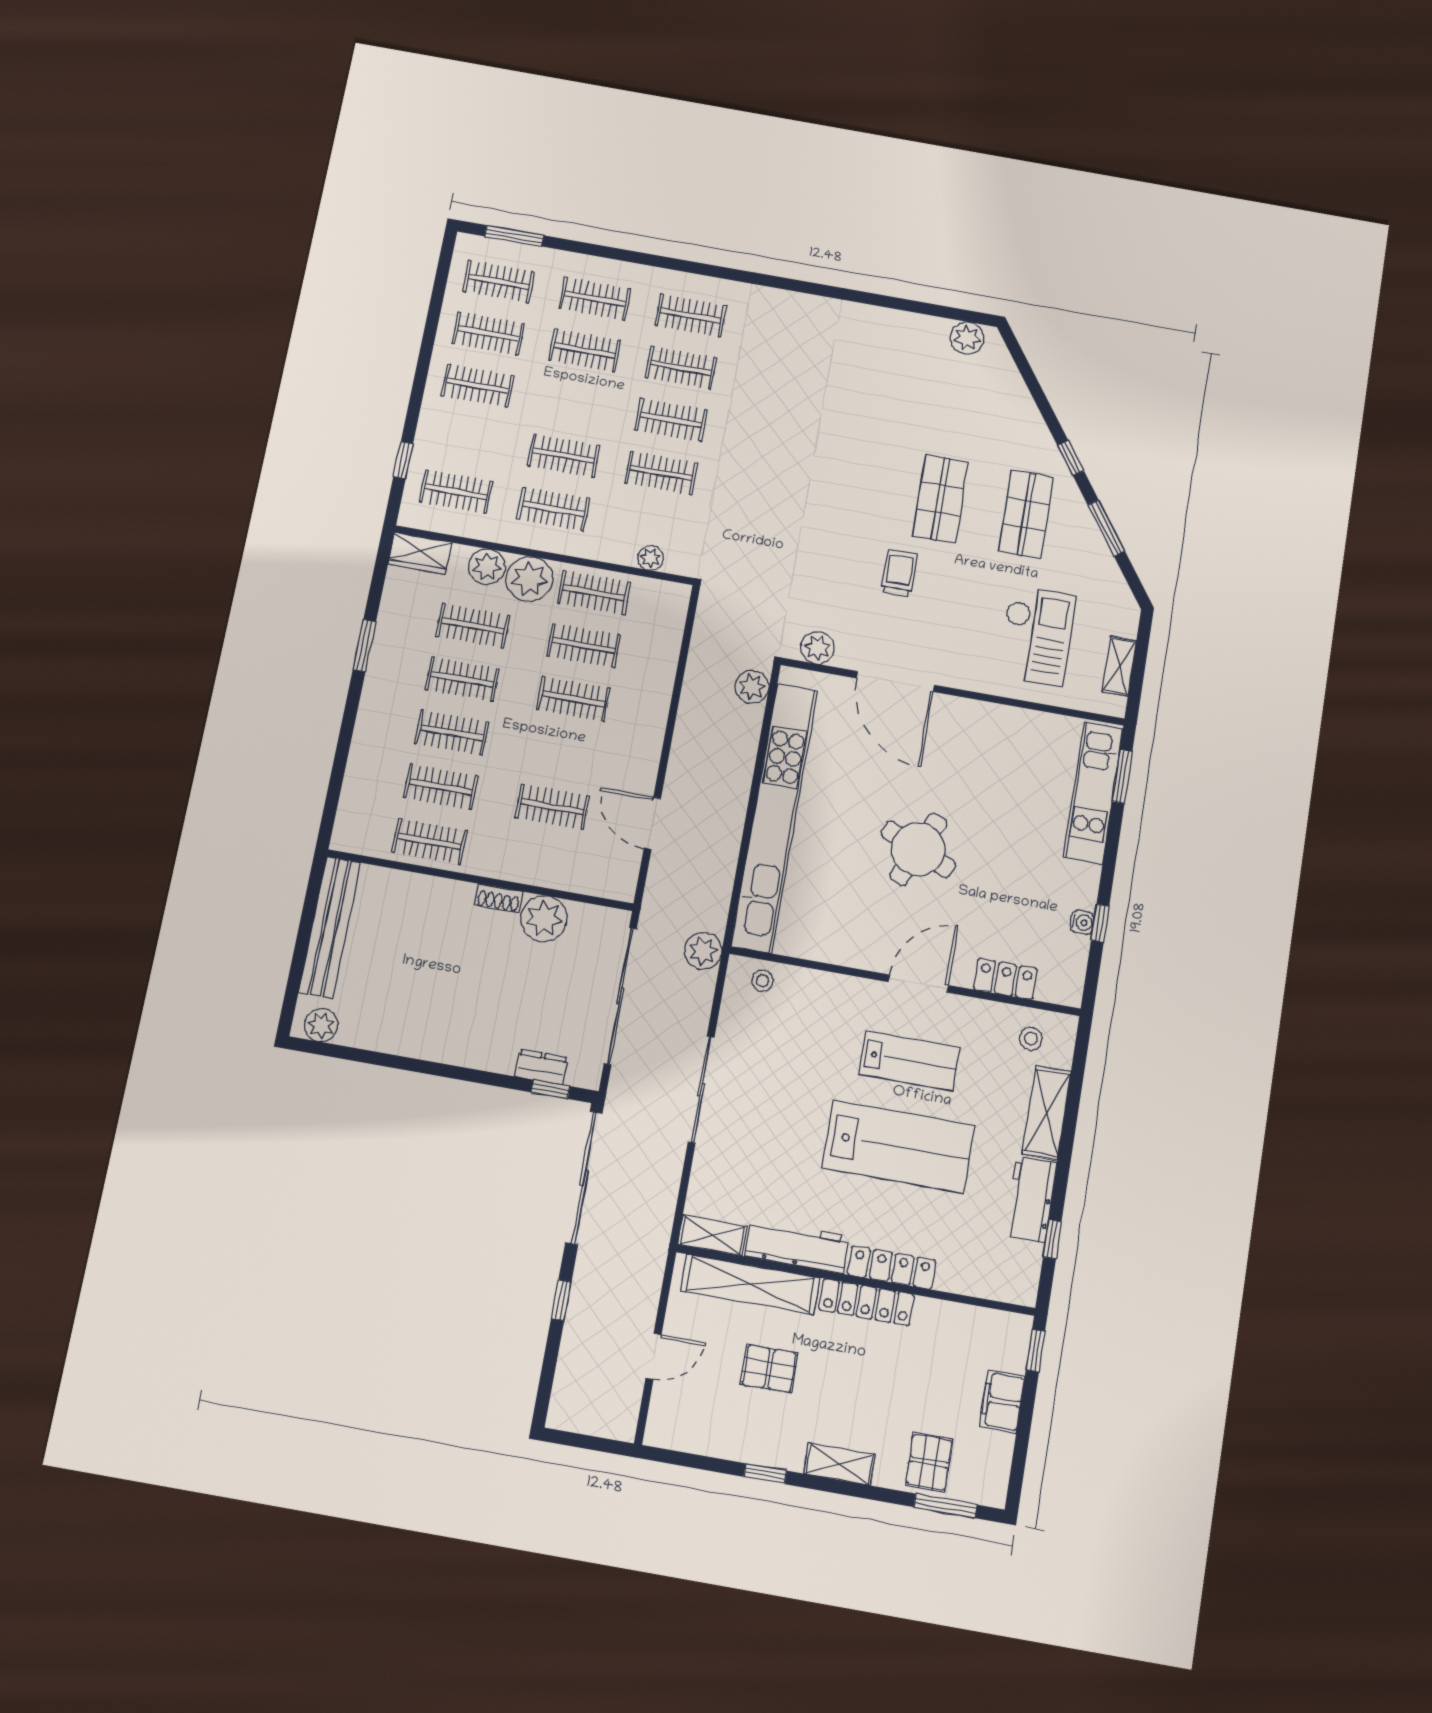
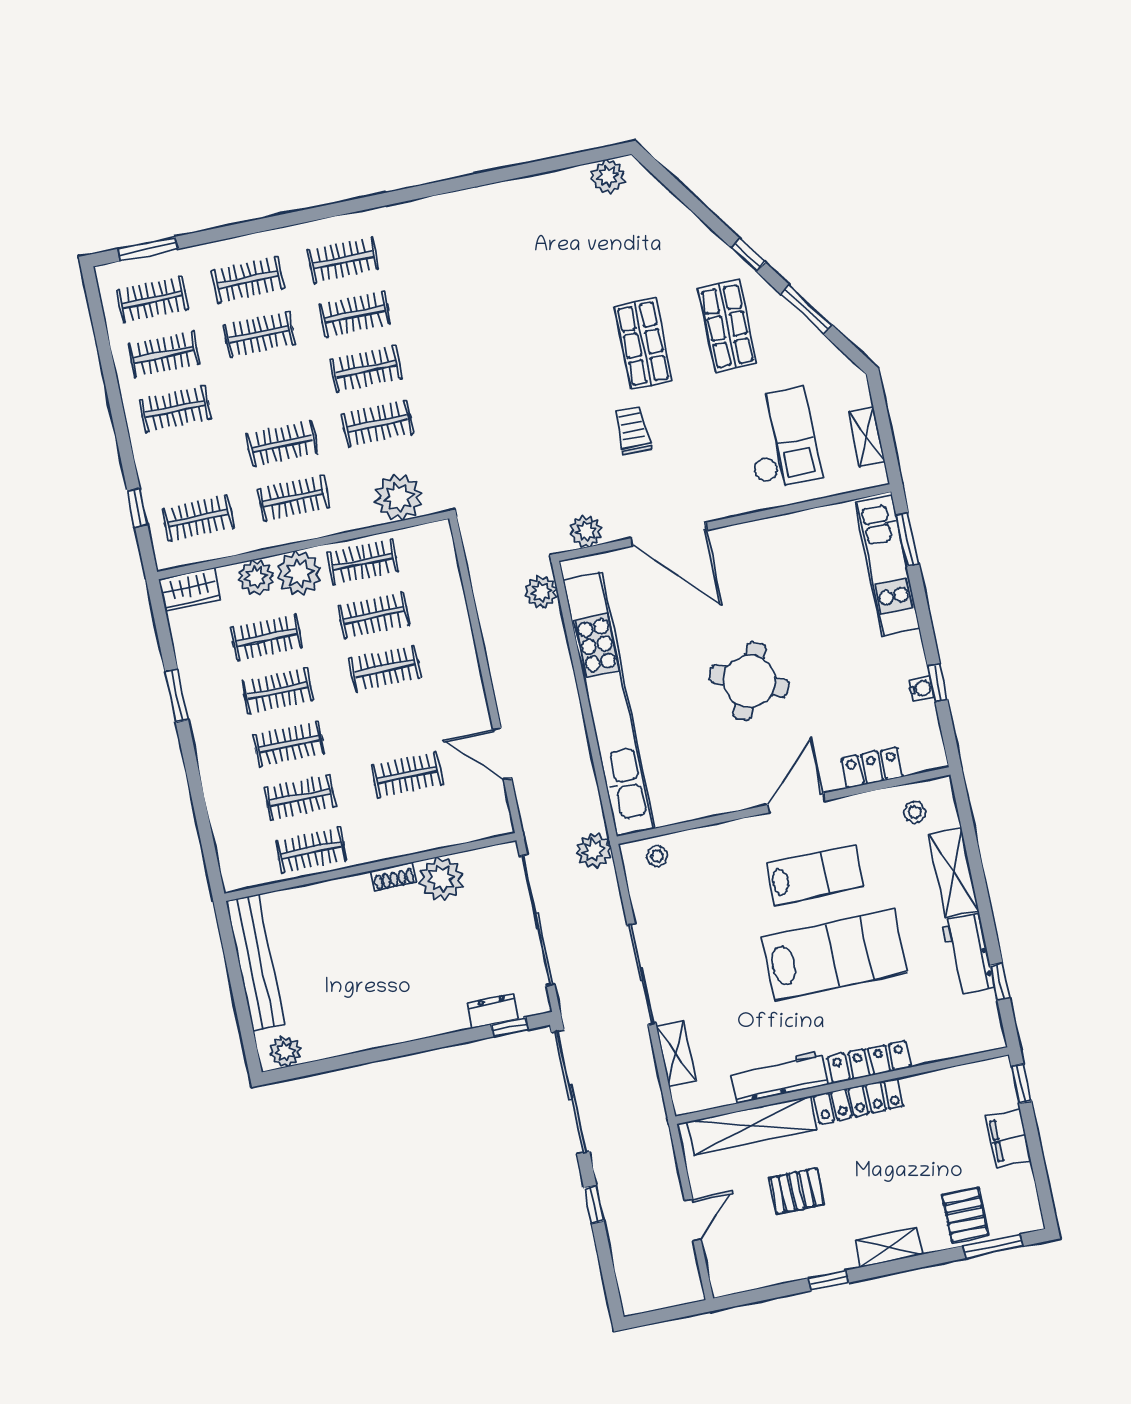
plant: (651, 558) -> (398, 497), width x1.88, depth x1.88
shelving: (712, 1235) -> (676, 1053), moved, turned 90

